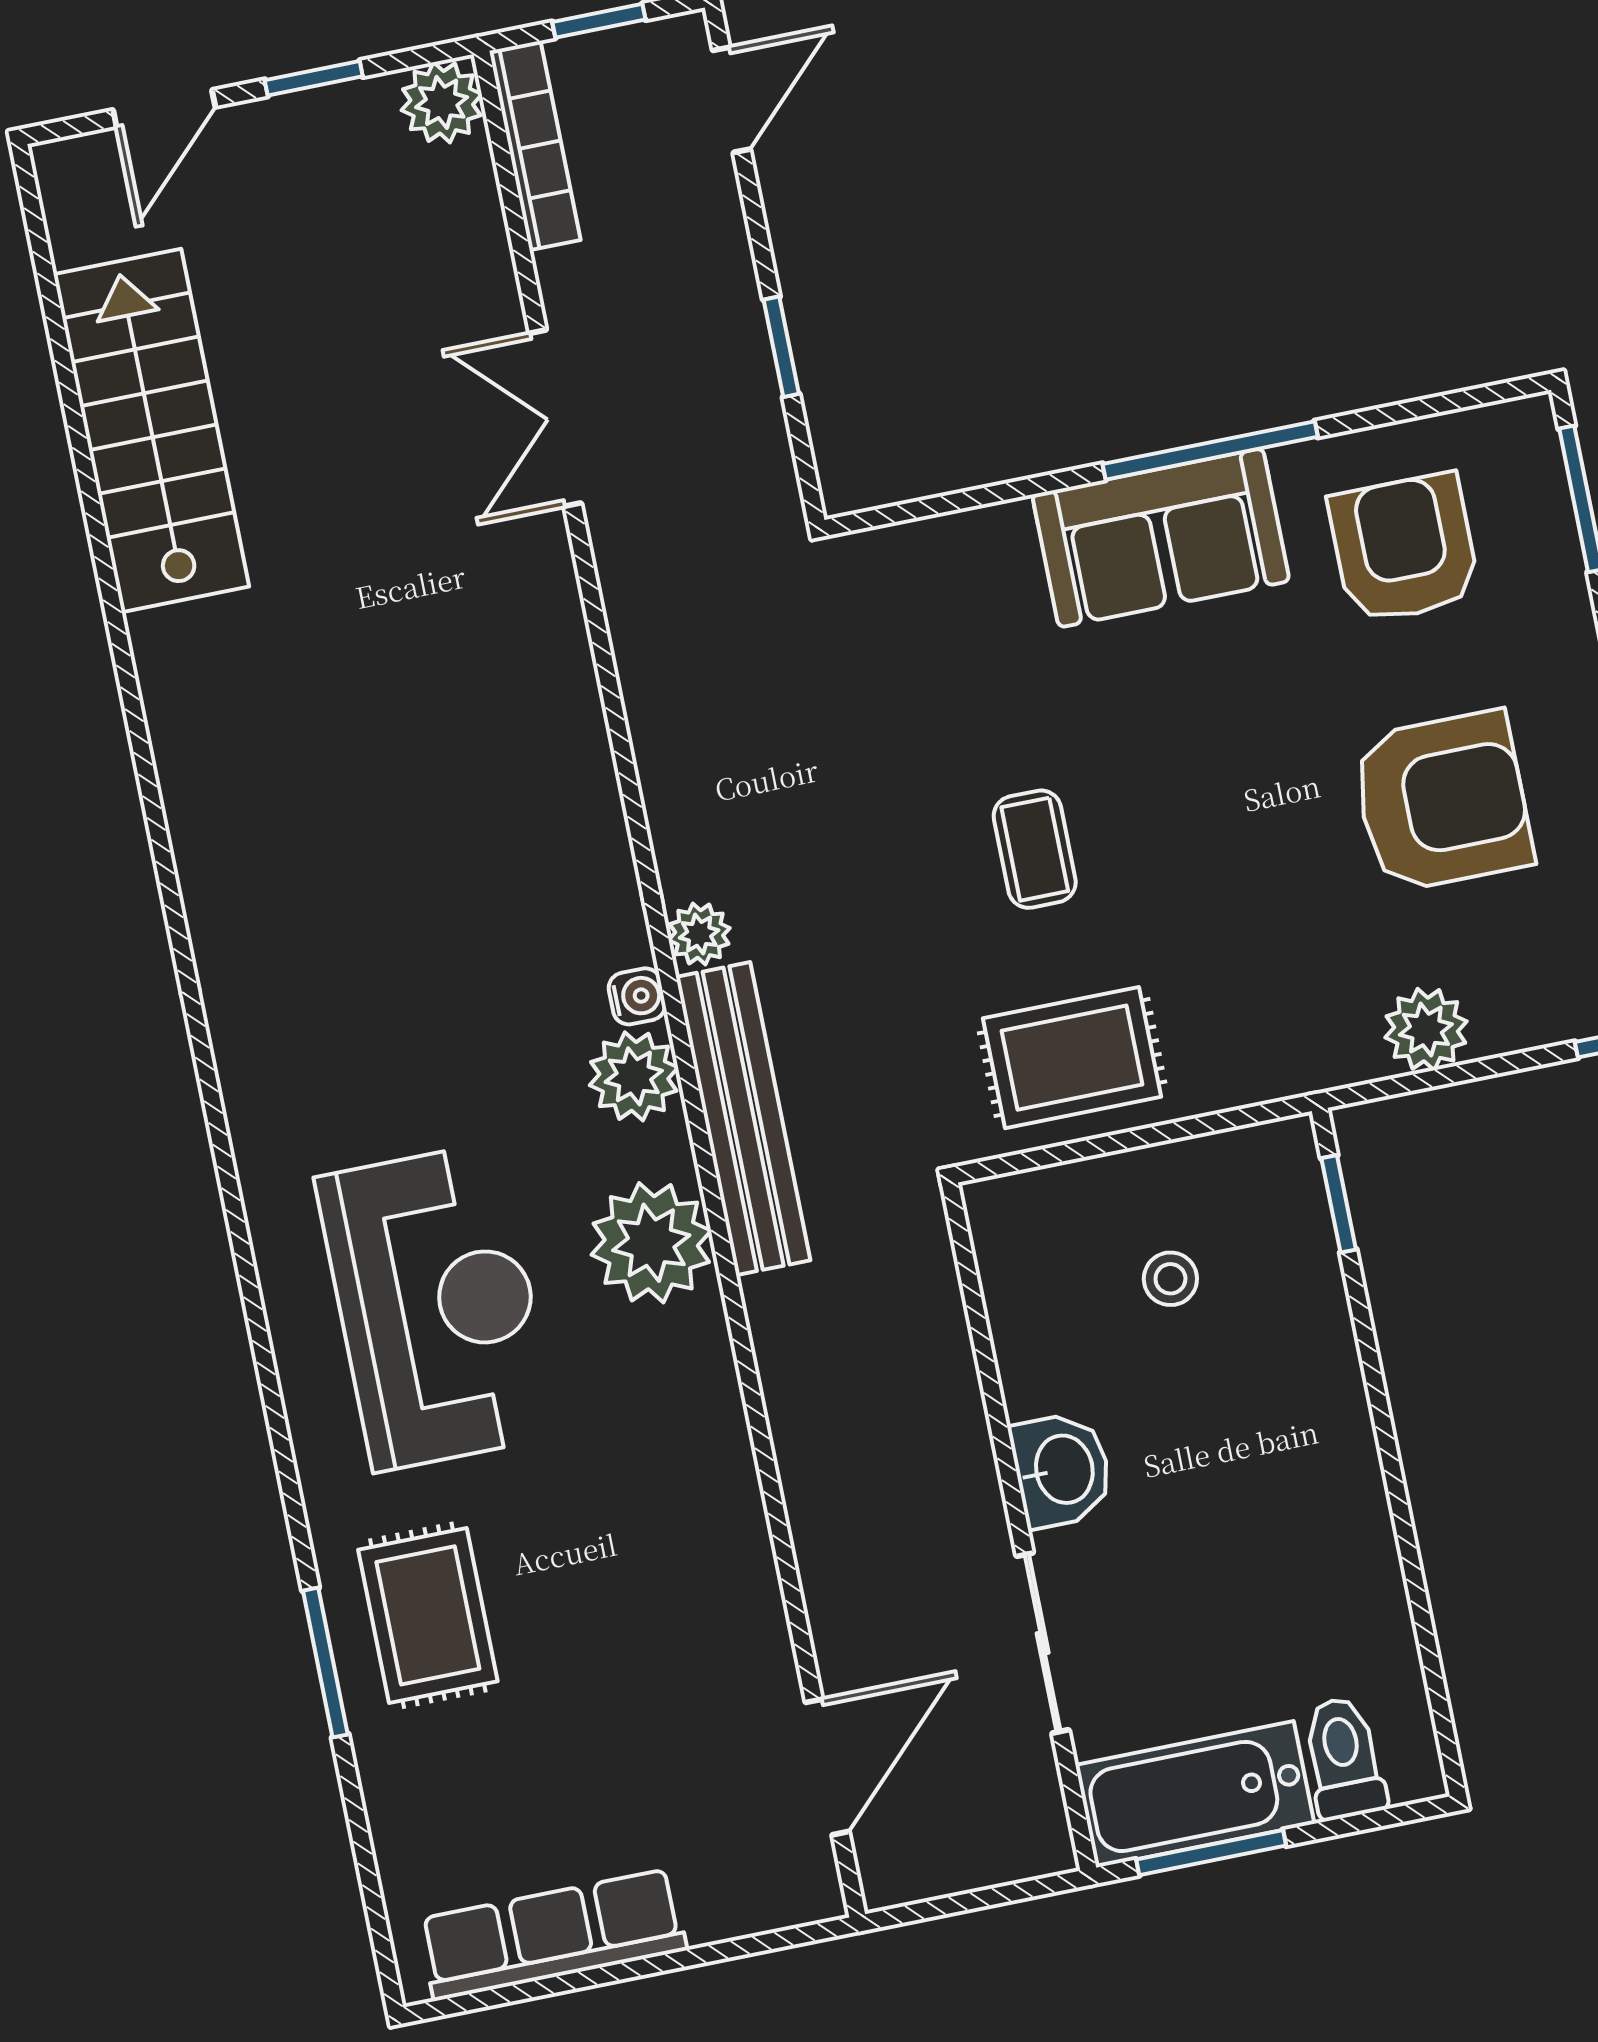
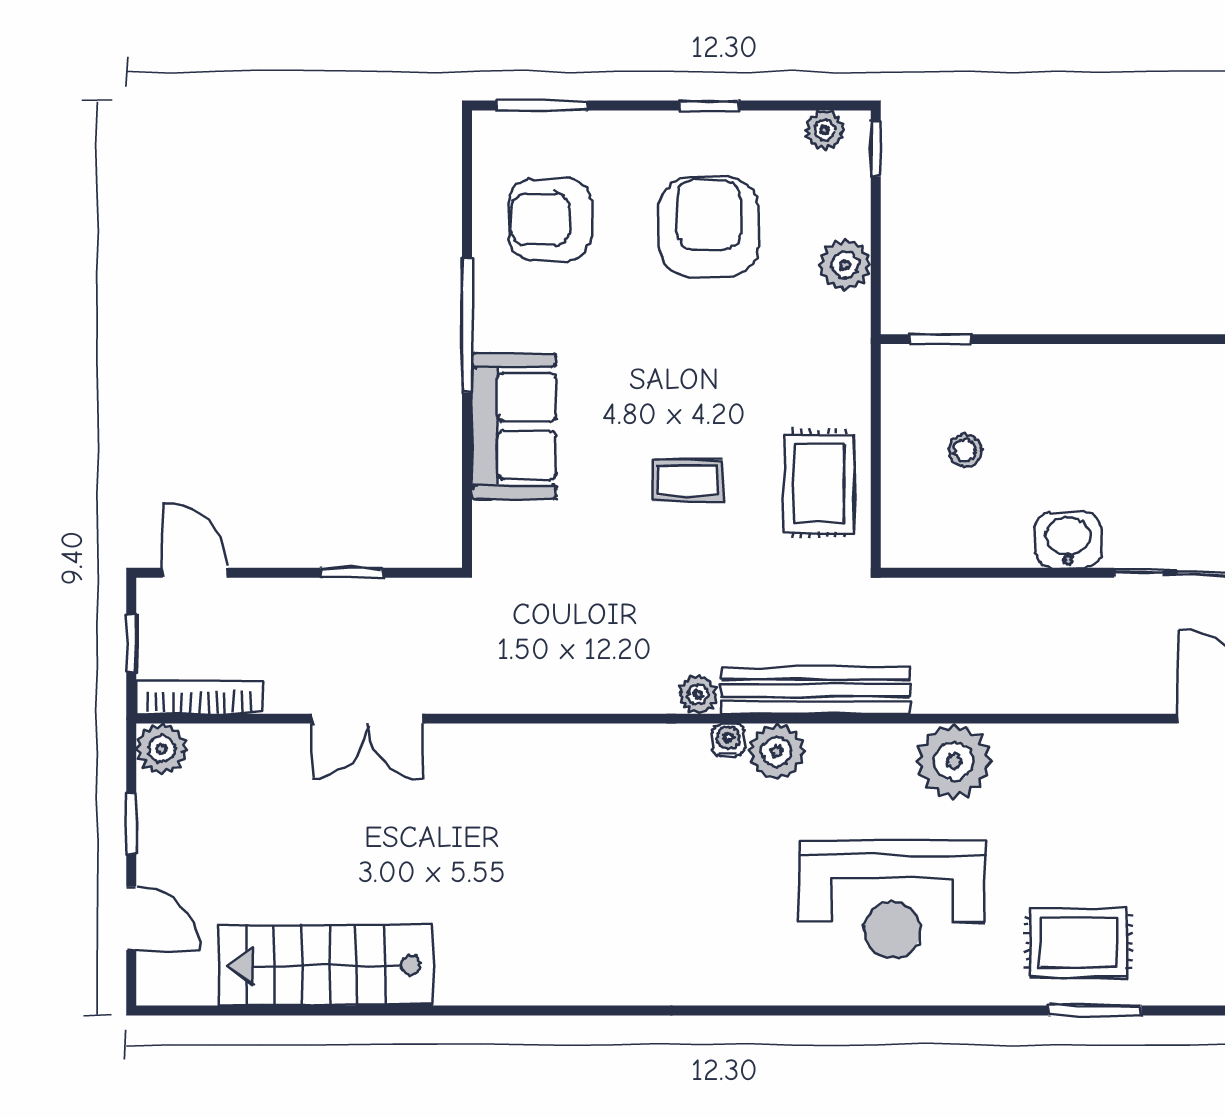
sofa: (1161, 538) -> (514, 426), moved
plant: (651, 1243) -> (954, 761), moved
reception desk: (437, 1307) -> (892, 900), turned 180

